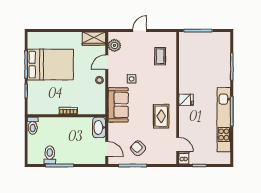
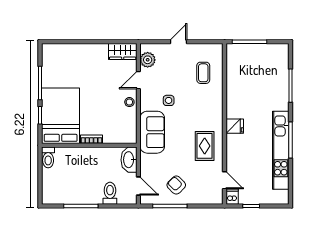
bed: (50, 65) -> (61, 116), moved, turned -90
toilet: (50, 155) -> (110, 193), moved

